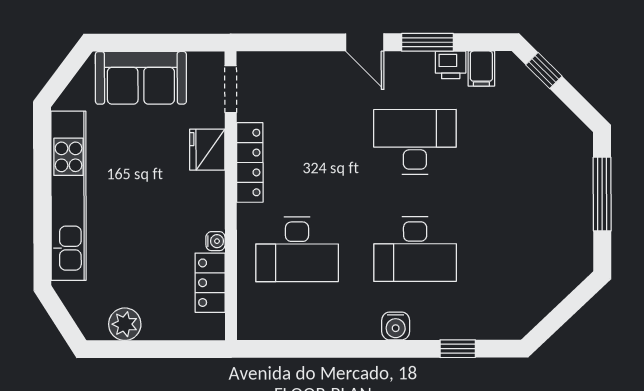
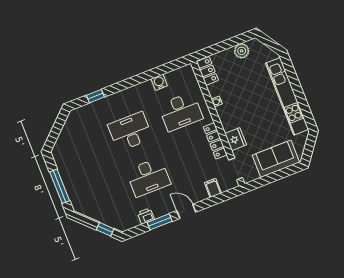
filing cabinet: (481, 69) -> (213, 188), moved
desk: (297, 249) -> (181, 112), turned 180
locker: (210, 283) -> (207, 71), moved
water cooler: (396, 326) -> (159, 82), moved

